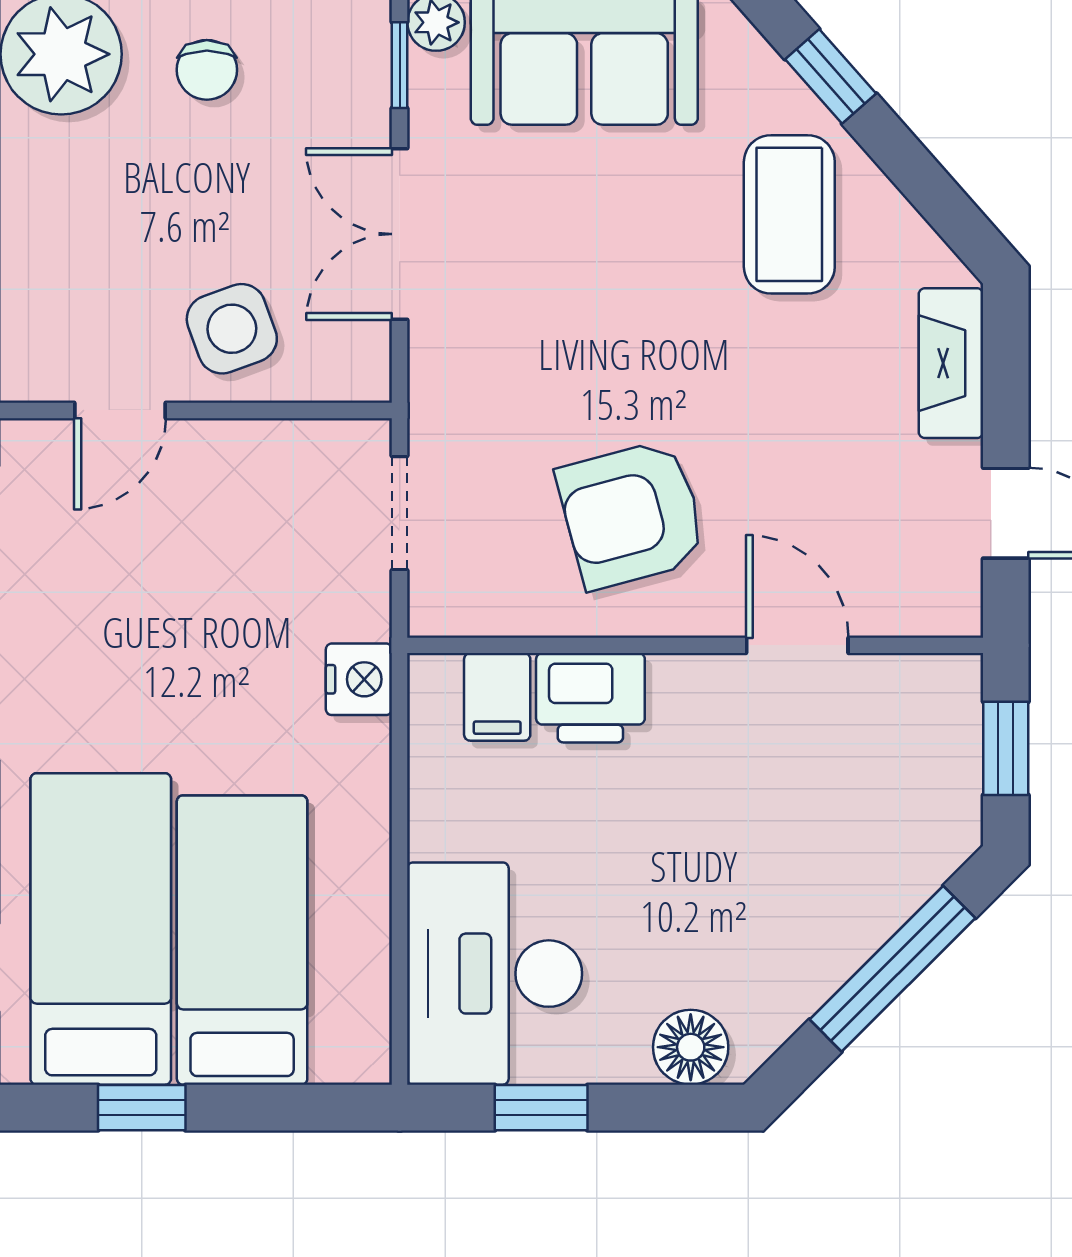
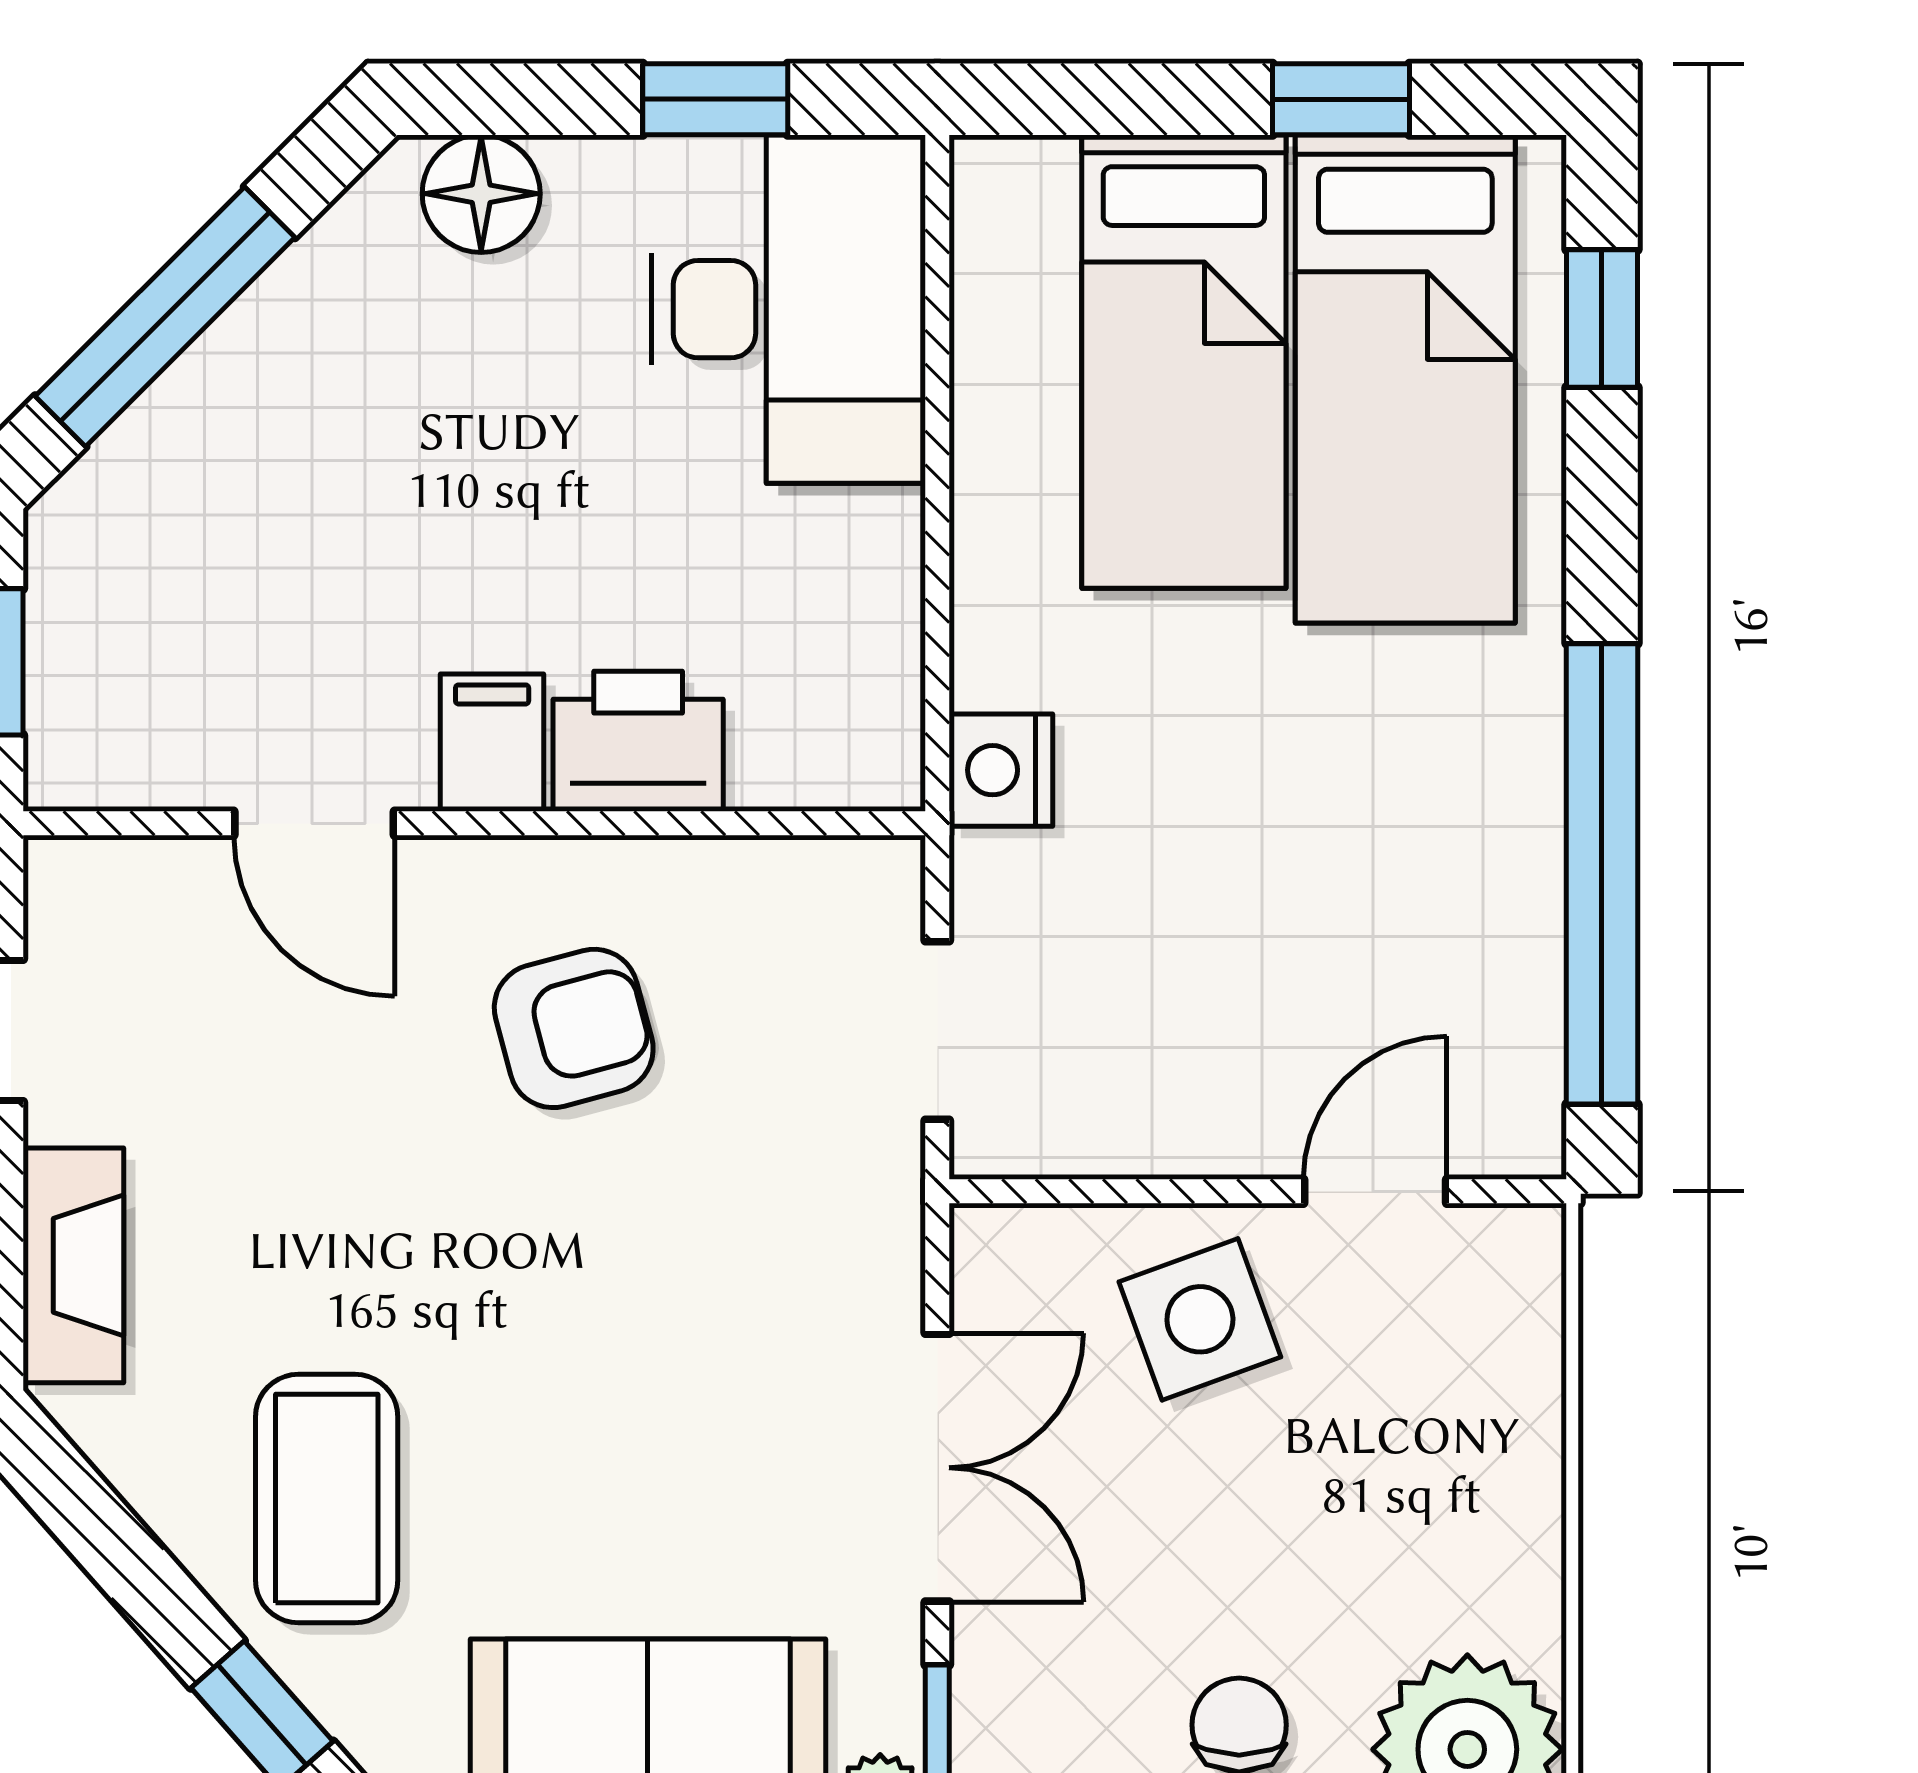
armchair: (632, 514) -> (574, 1028), width x0.72, depth x0.72
filing cabinet: (497, 697) -> (492, 743), moved

